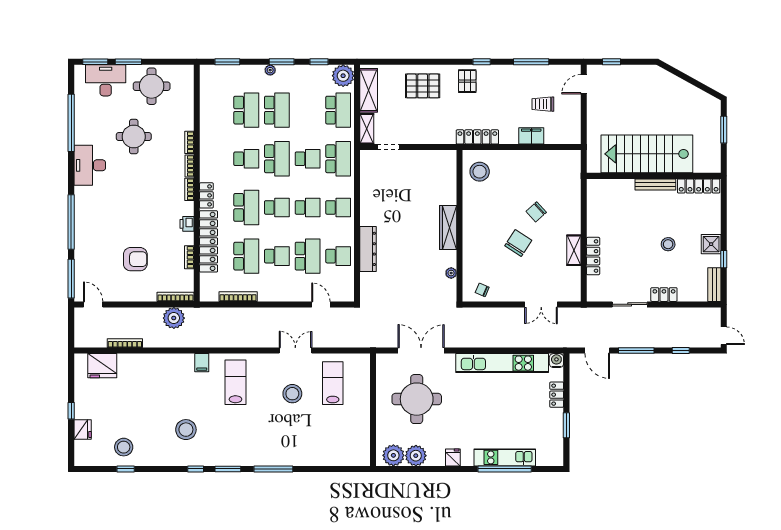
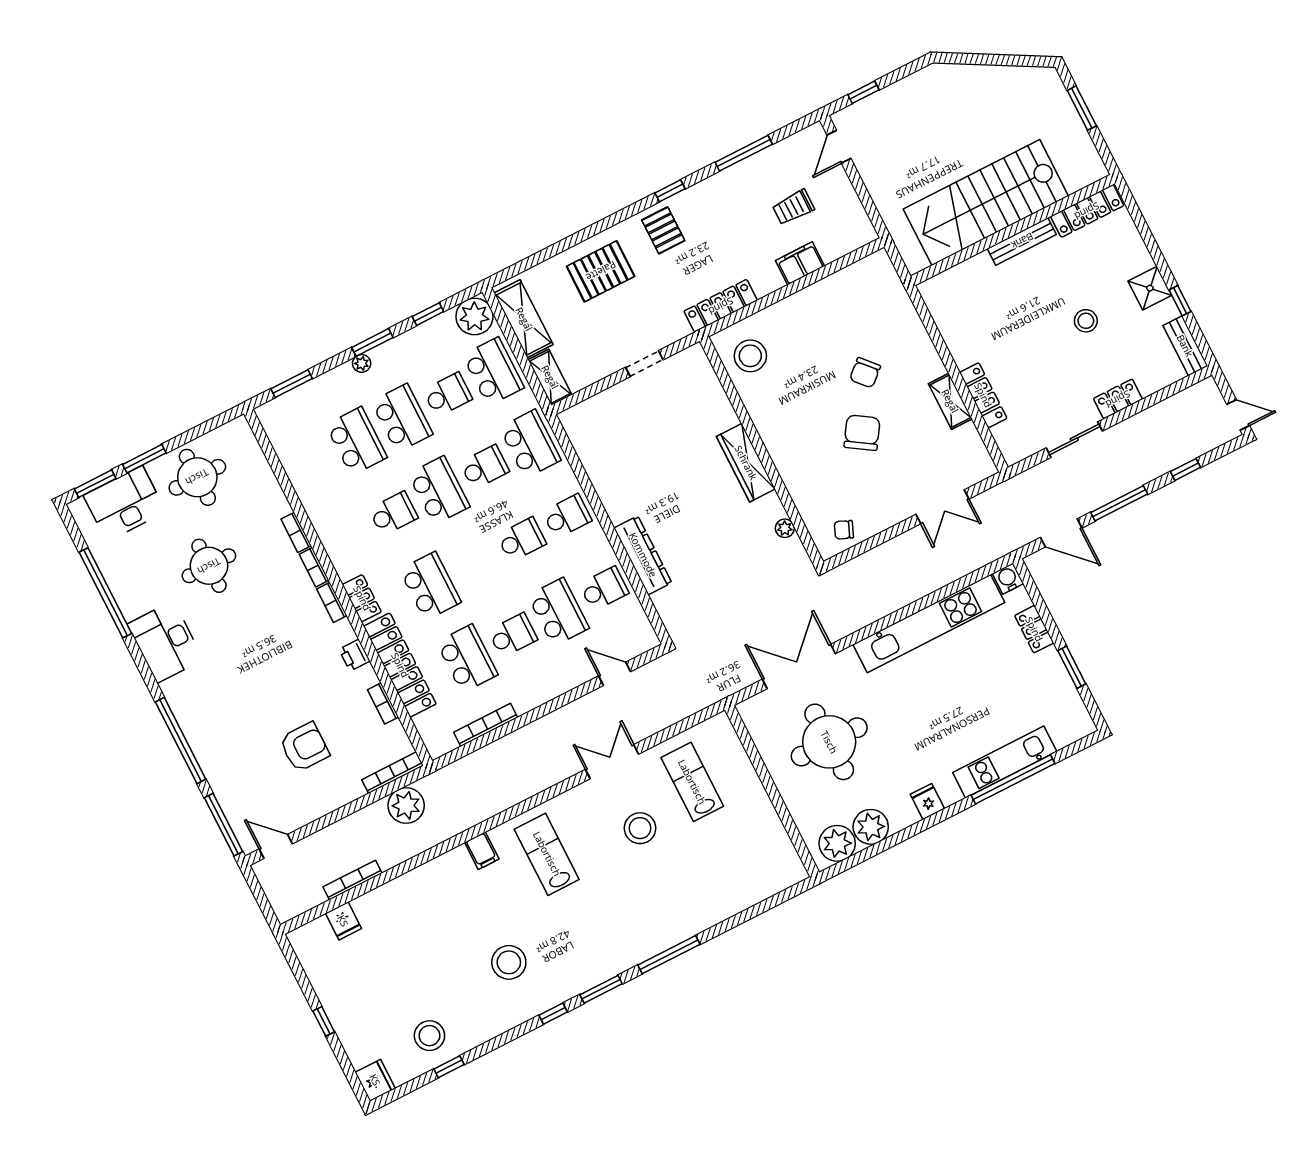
doorway: (389, 147) -> (644, 364), moved
school desk: (277, 207) -> (448, 395), moved
fridge: (102, 366) -> (343, 921), width x0.53, depth x0.75
fridge: (83, 429) -> (375, 1080), moved

